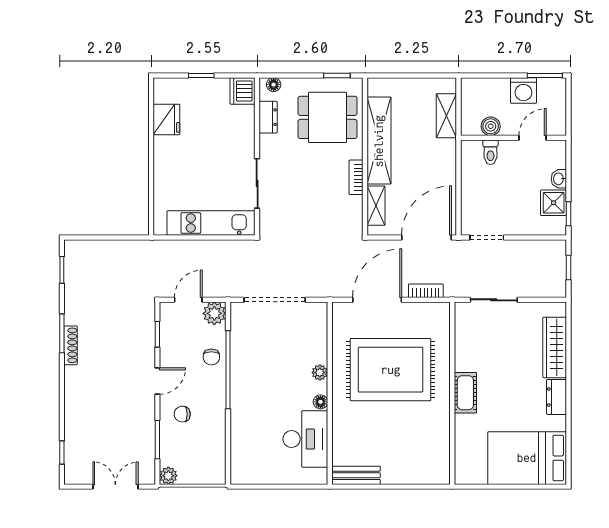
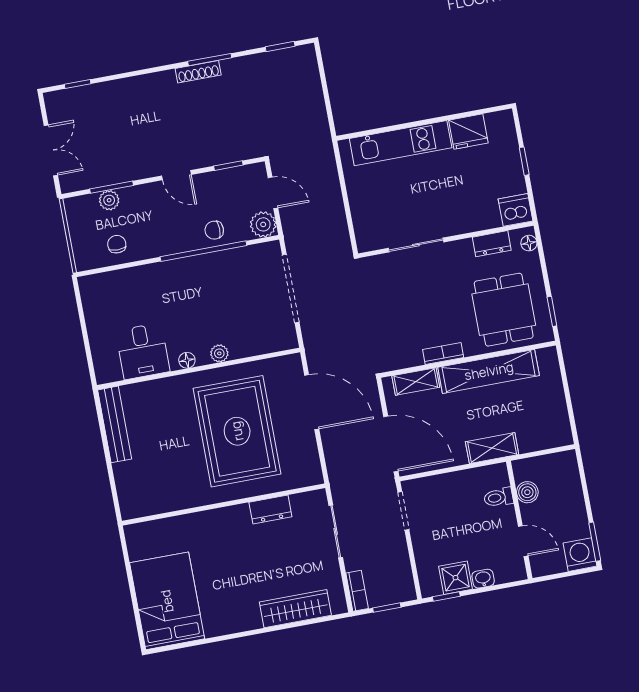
washing machine: (523, 90) -> (580, 555), moved, turned 90
shelving: (446, 116) -> (492, 448), moved
kitchen unit: (211, 223) -> (401, 143), moved, turned 90
bookcase: (426, 291) -> (357, 591), moved
cot: (465, 393) -> (227, 519), removed
dresser: (557, 397) -> (270, 509), moved, turned 180
chair: (182, 414) -> (117, 244), moved
desk: (305, 439) -> (143, 351), width x0.73
bench: (356, 475) -> (115, 424), width x1.36
plant: (168, 476) -> (109, 200), moved

